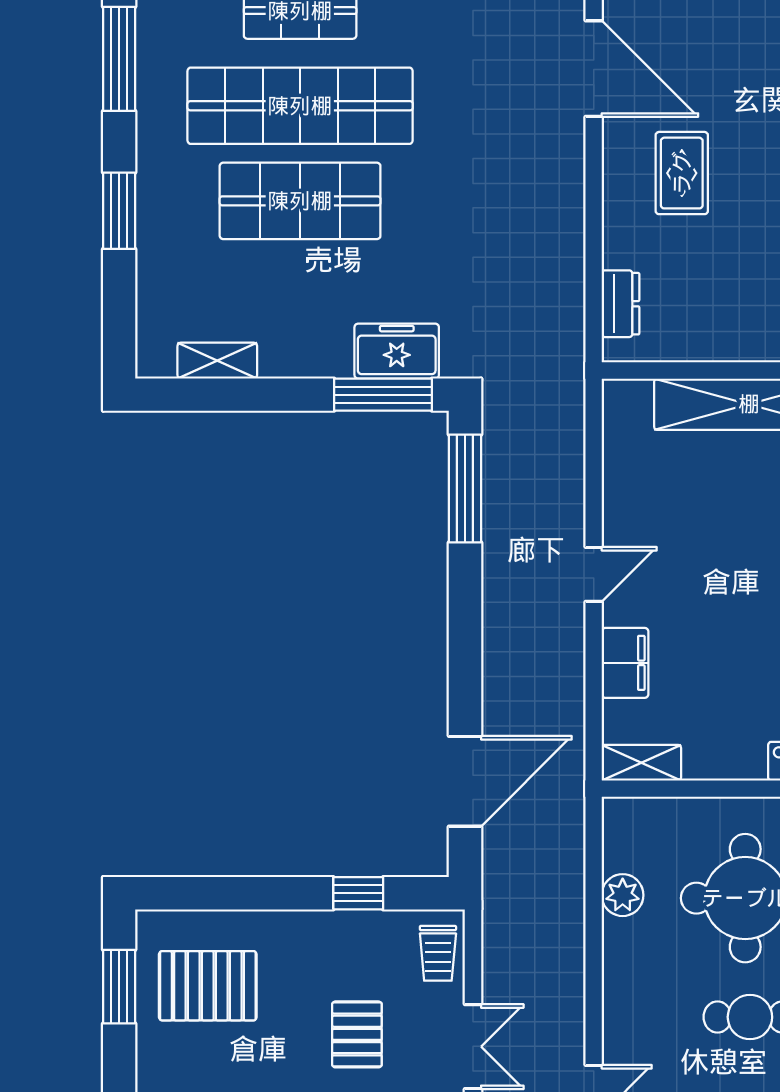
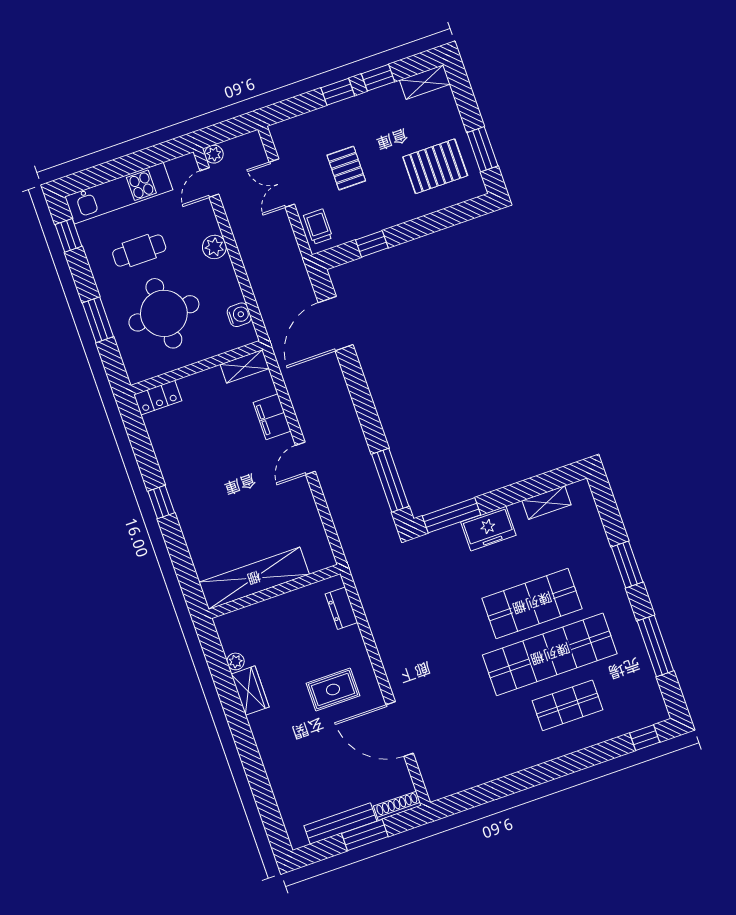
rug: (682, 173) -> (333, 690), turned 90
freezer: (397, 351) -> (488, 529), moved
water cooler: (621, 852) -> (239, 315), added
plant: (623, 895) -> (214, 247), moved

